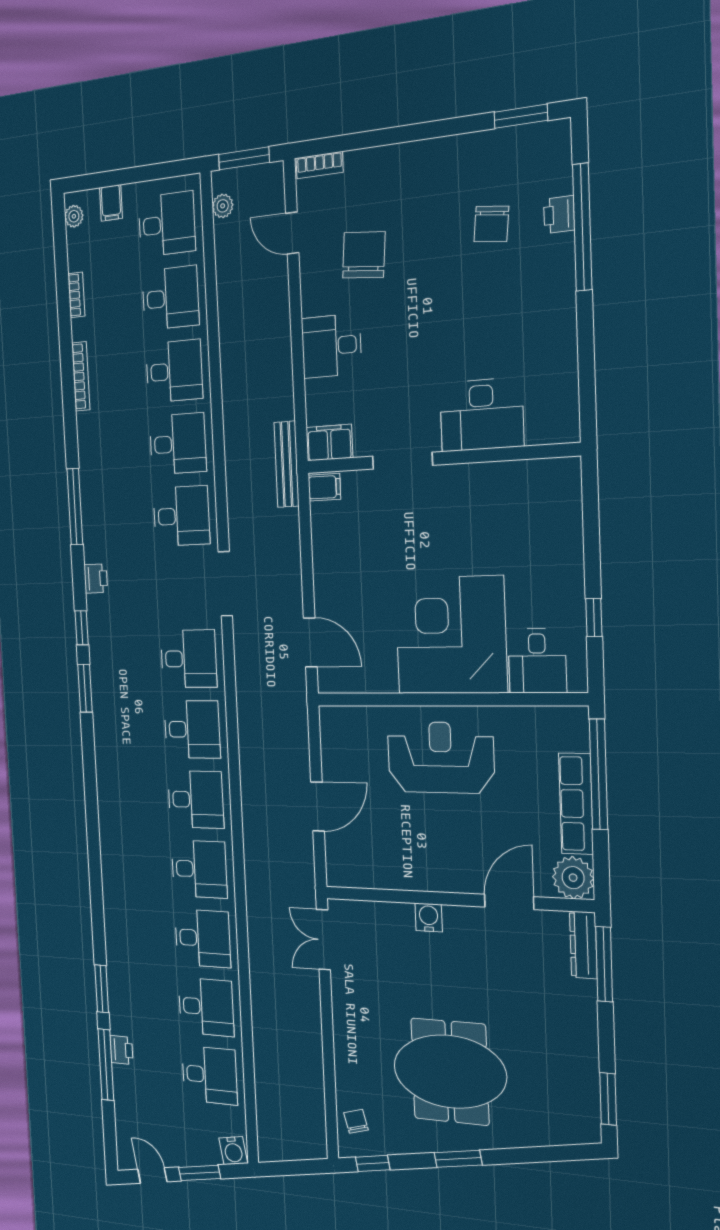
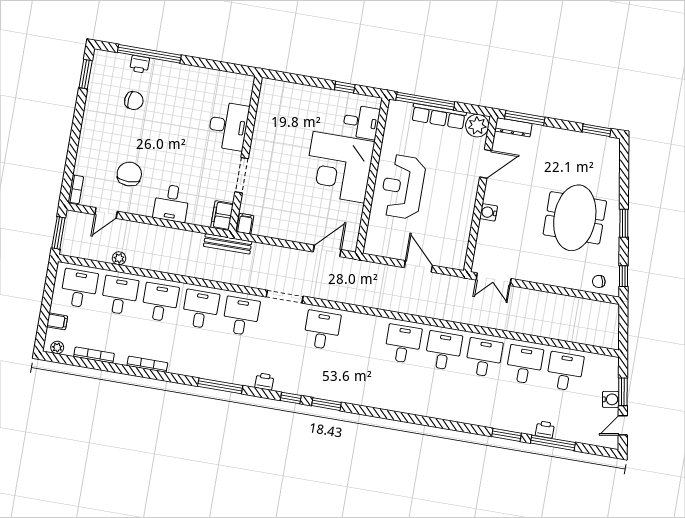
plant: (223, 206) -> (119, 258), moved
chair: (364, 255) -> (129, 174), turned 85
bookcase: (76, 295) -> (94, 355), width x1.56
desk: (192, 729) -> (362, 337), removed
door: (509, 902) -> (486, 164), swing flipped
water cooler: (233, 1151) -> (611, 399), moved

